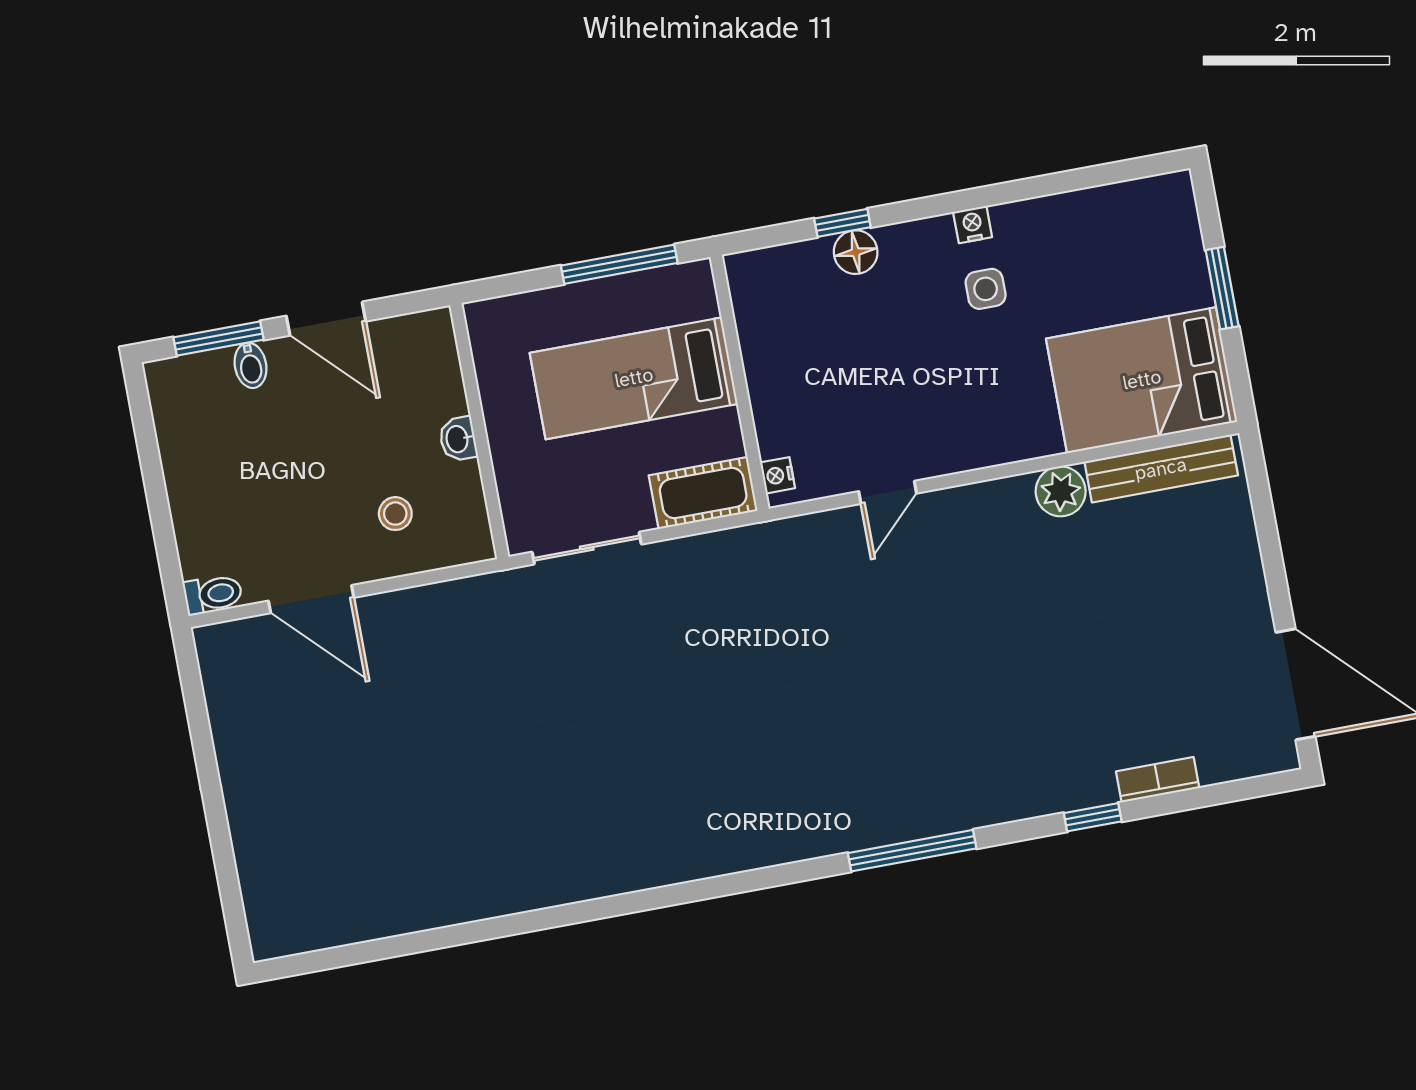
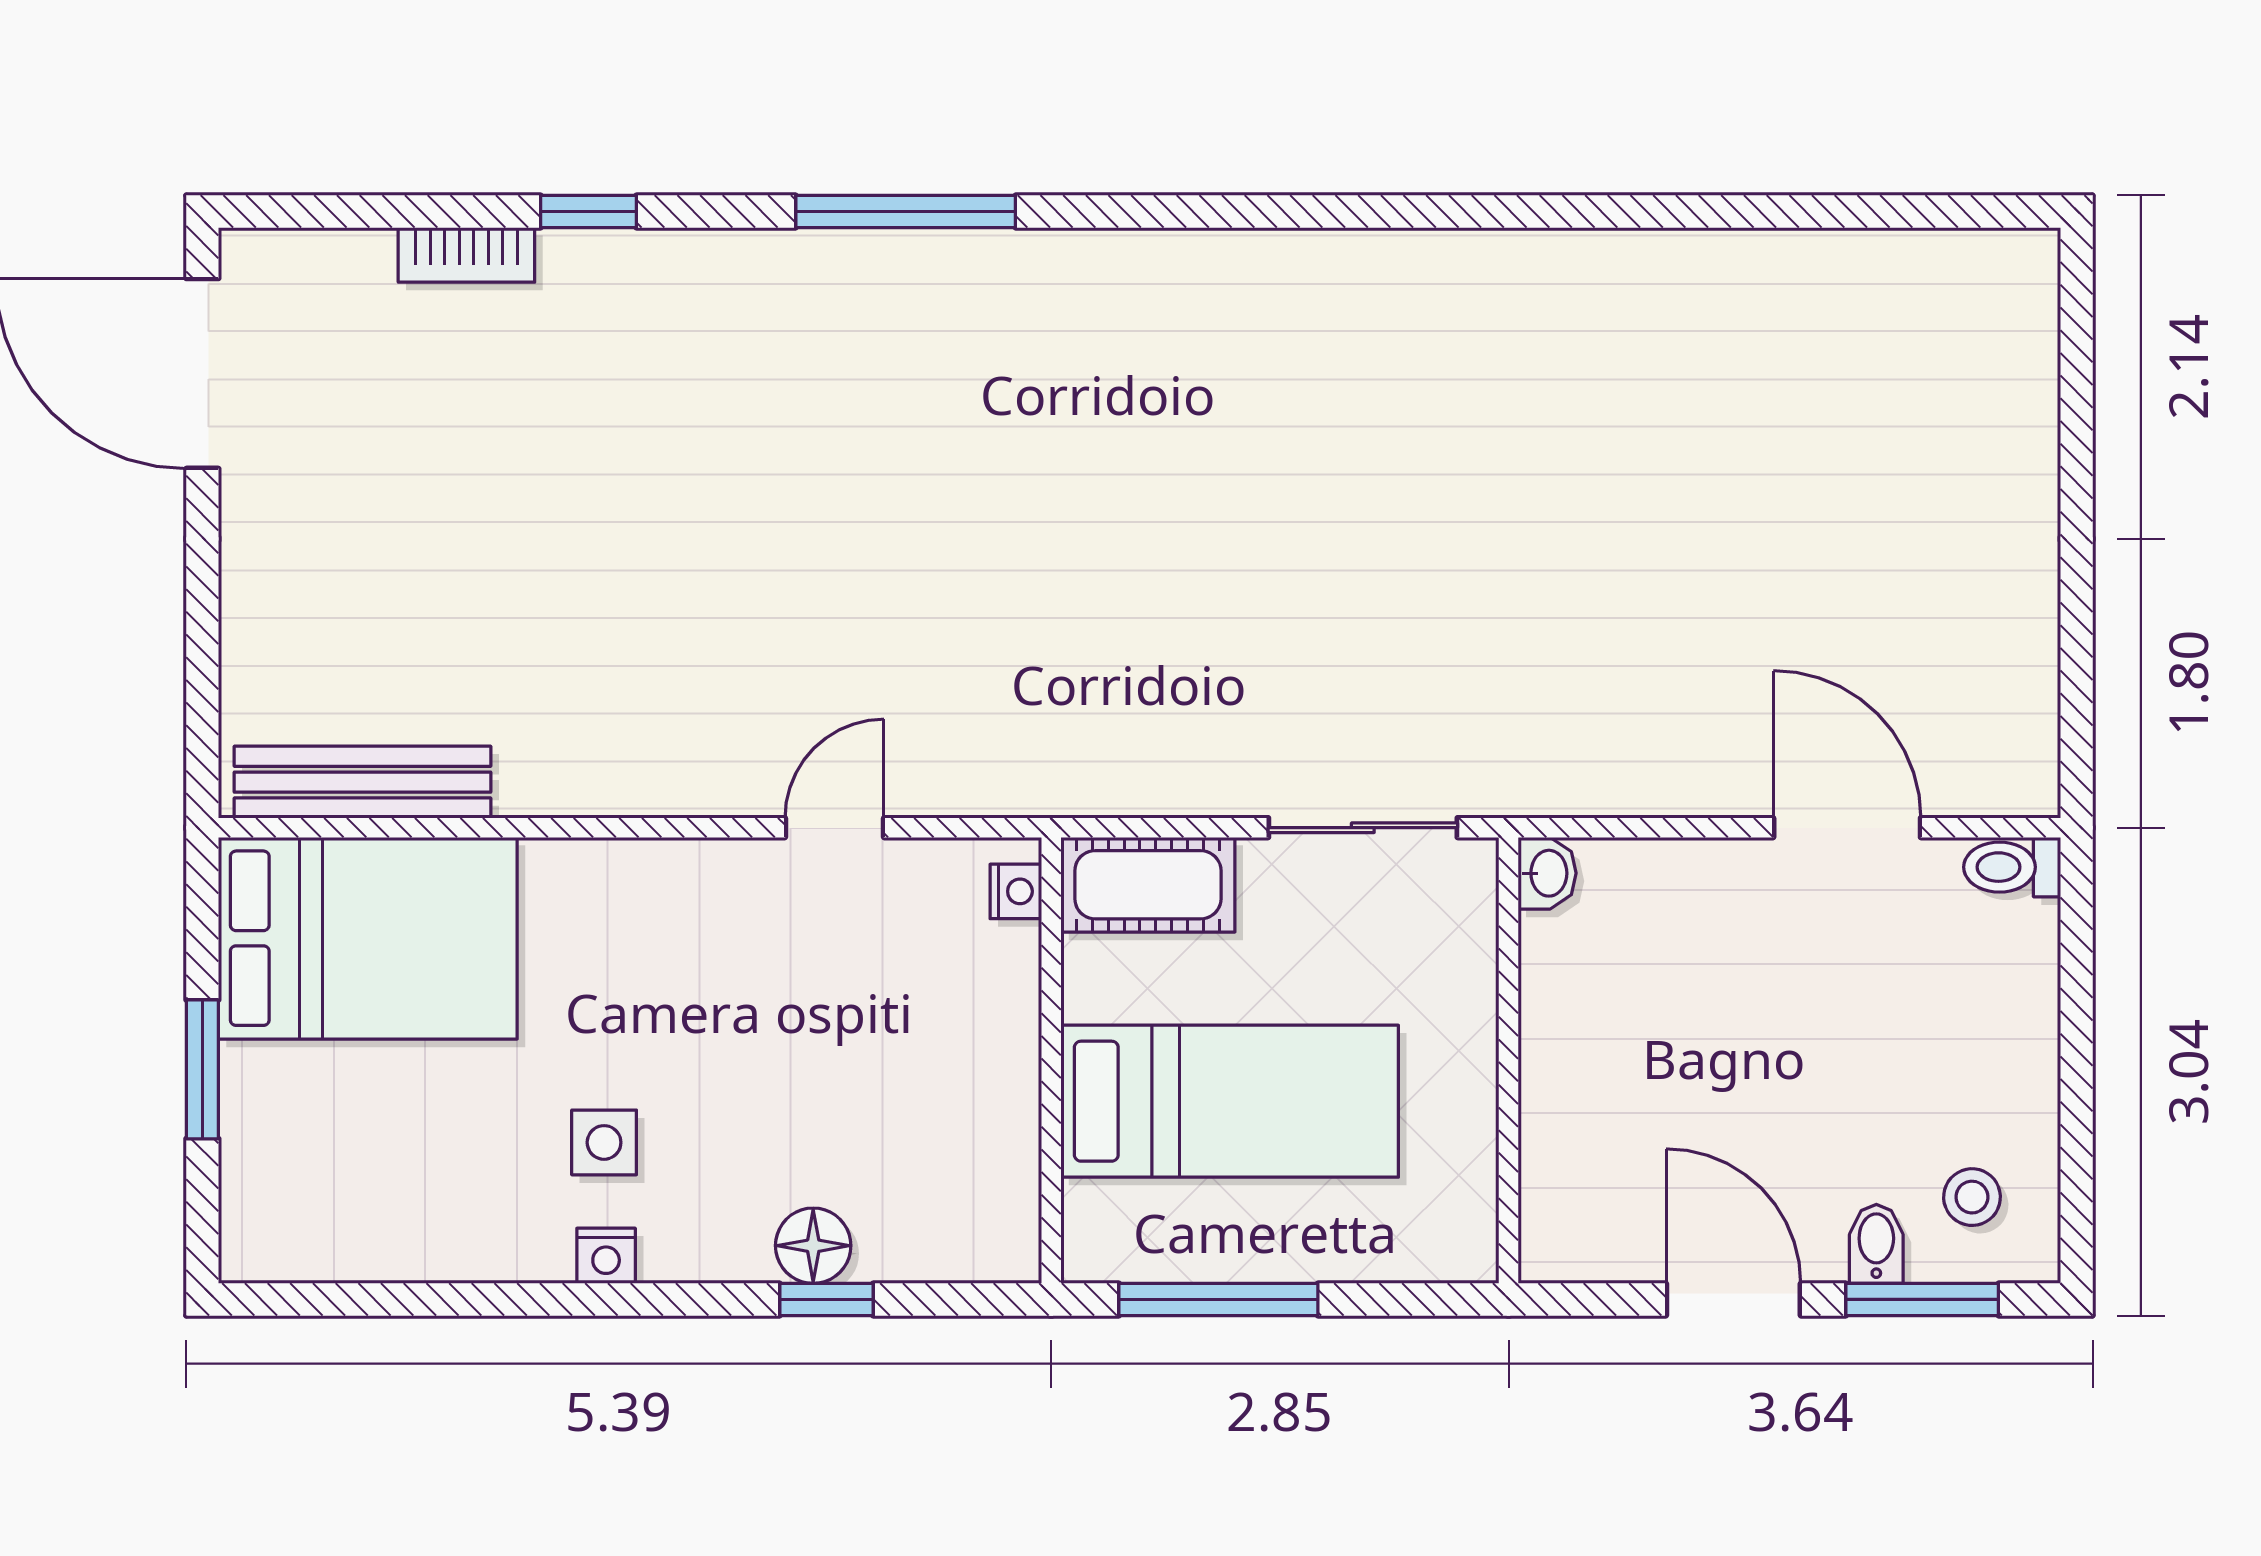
washbasin: (458, 439) -> (1547, 873), moved
plant: (1061, 491) -> (540, 775), removed
stool: (395, 514) -> (1972, 1197), moved

